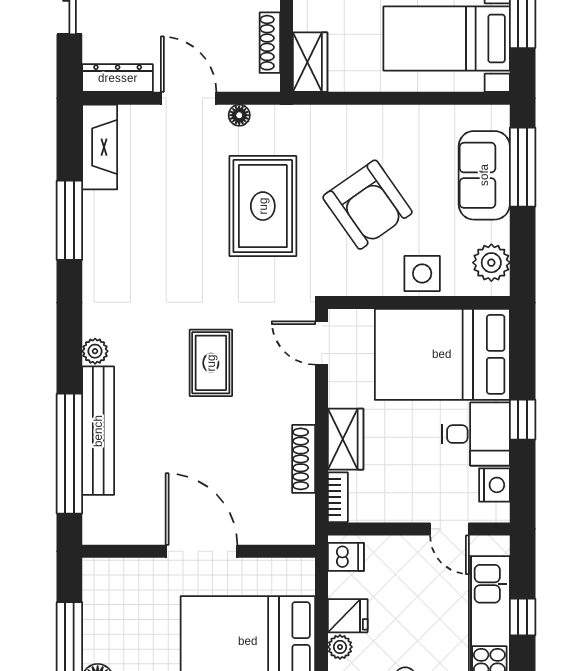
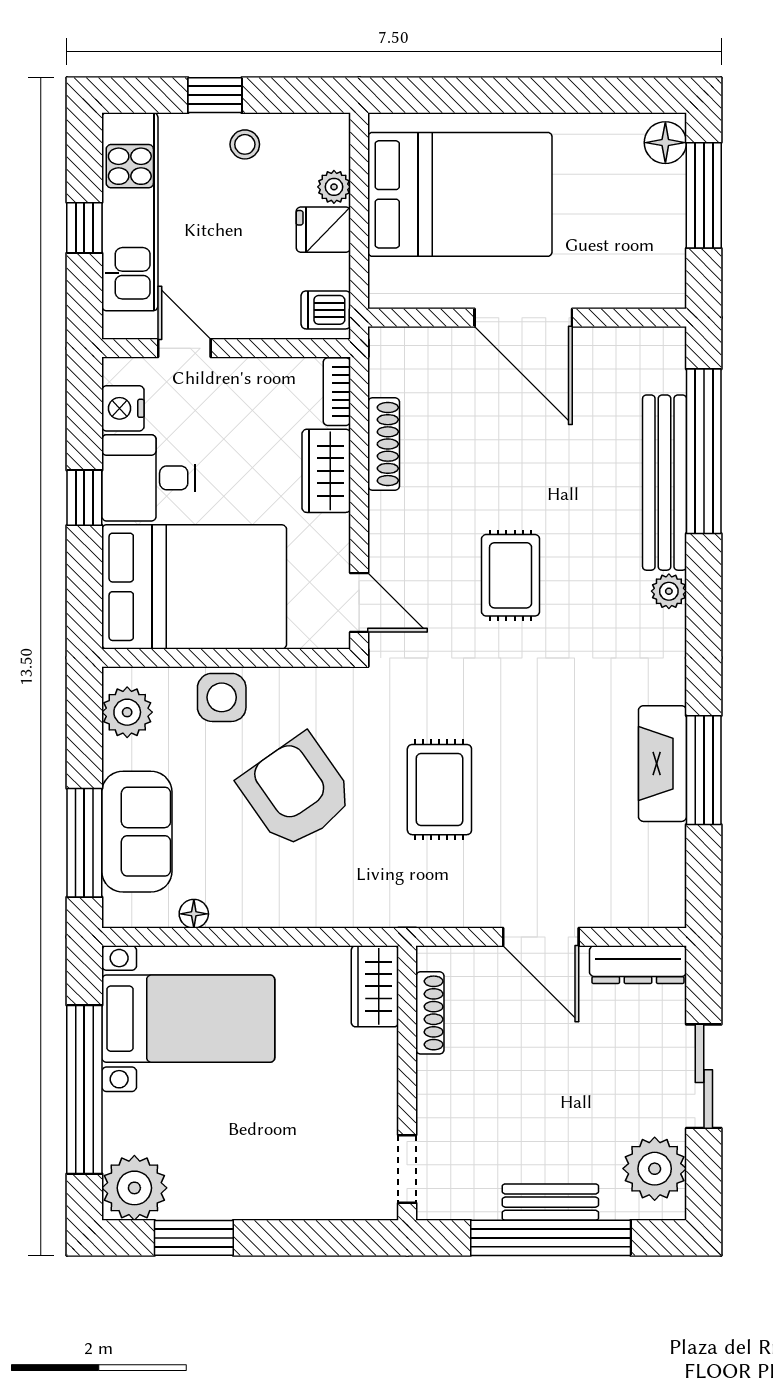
floor lamp: (239, 115) -> (194, 914), moved
fireplace: (100, 147) -> (662, 764), moved
rug: (263, 206) -> (439, 790), width x0.73, depth x0.70

